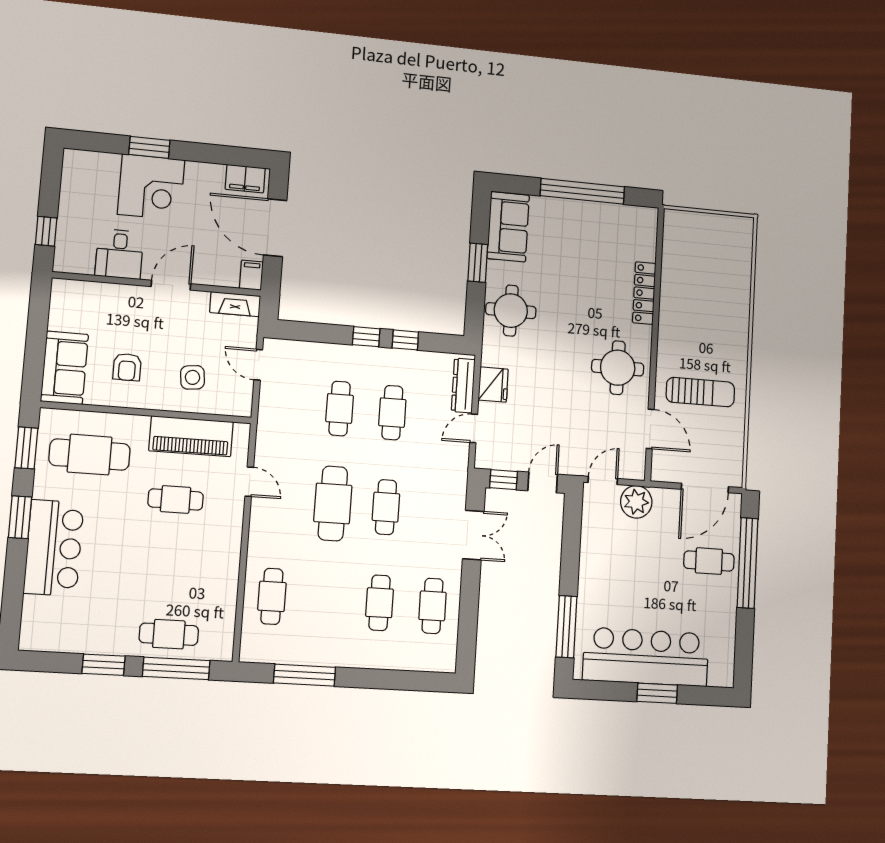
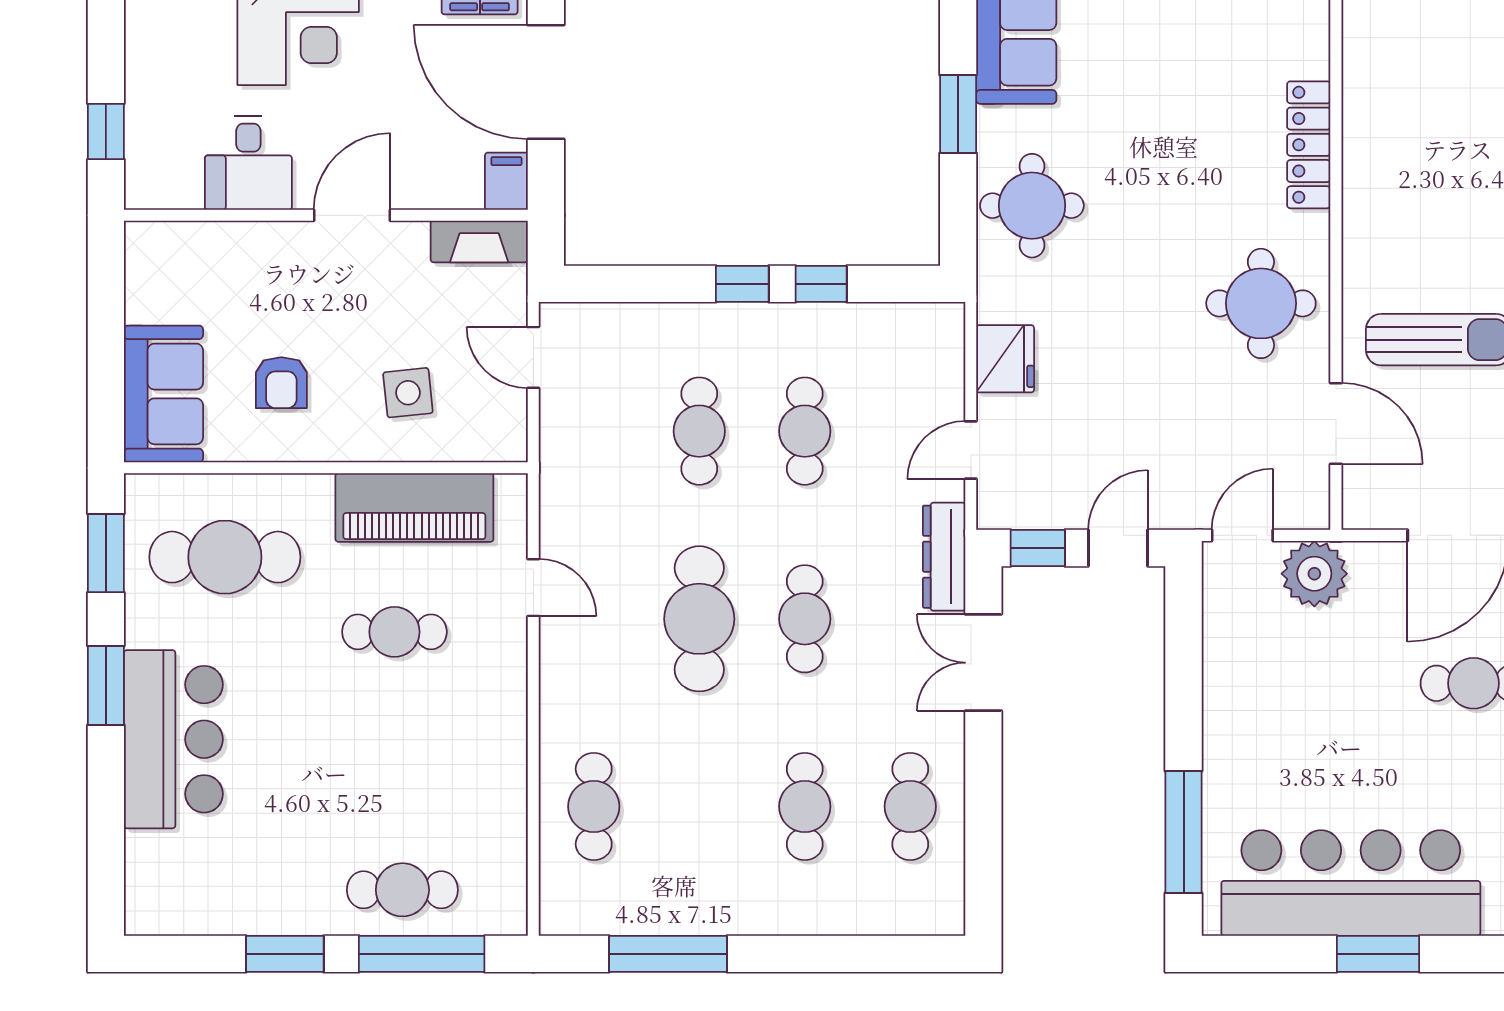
dresser: (463, 385) -> (944, 557), moved
double door: (473, 535) -> (983, 663), swing flipped

